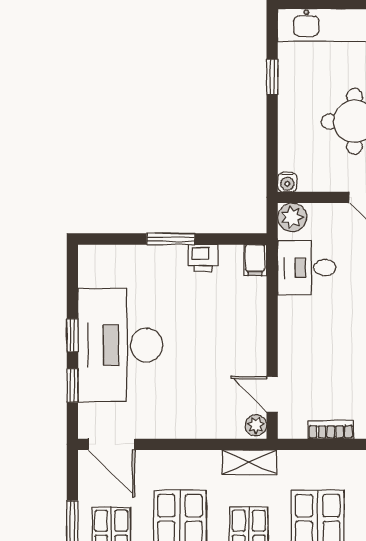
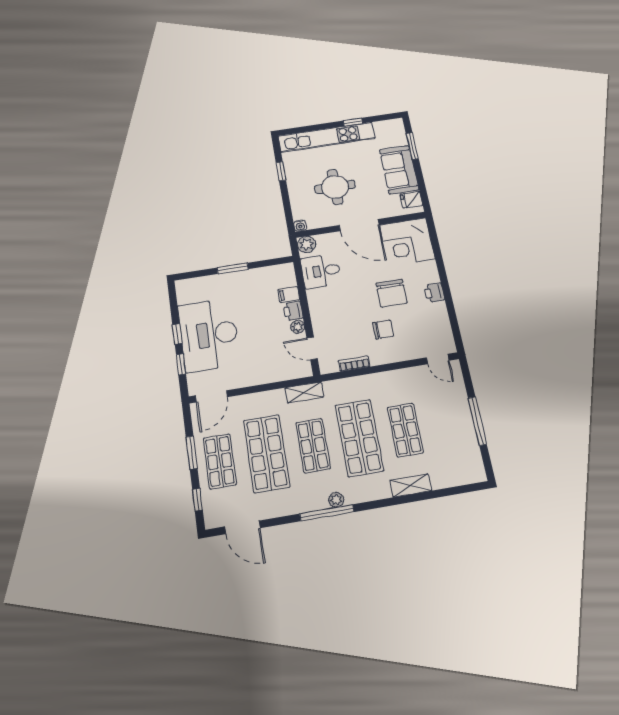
printer: (203, 258) -> (293, 311), moved, turned 90
filing cabinet: (255, 260) -> (289, 294), moved, turned 90
plant: (256, 425) -> (298, 327), moved
door: (111, 444) -> (211, 396), hinge flipped

